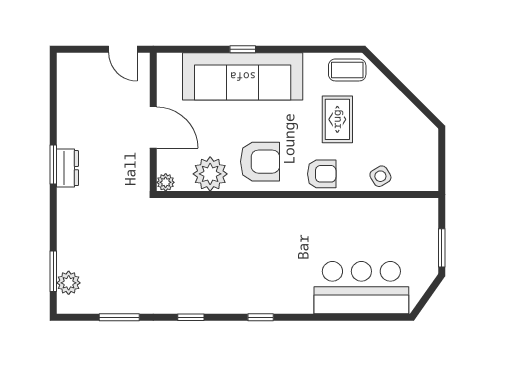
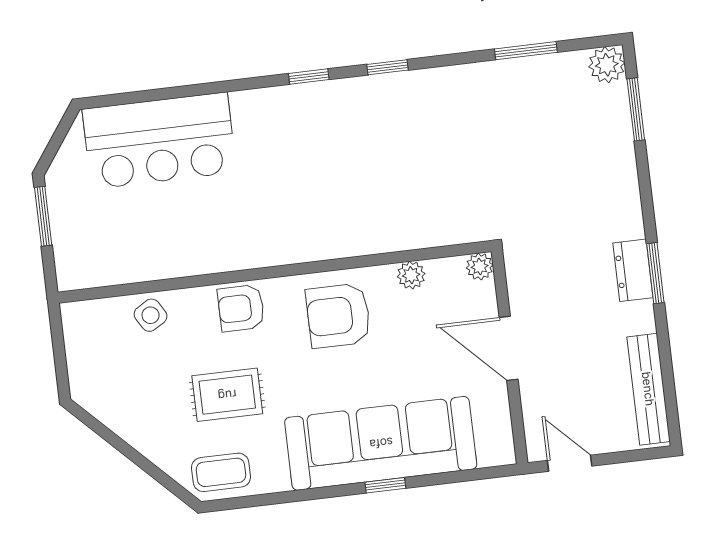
bench: (67, 91) -> (648, 389), added
rug: (337, 119) -> (227, 395), turned 90
plant: (210, 174) -> (411, 275), width x0.53, depth x0.53
plant: (69, 283) -> (607, 65), moved
window: (191, 317) -> (387, 67), moved

